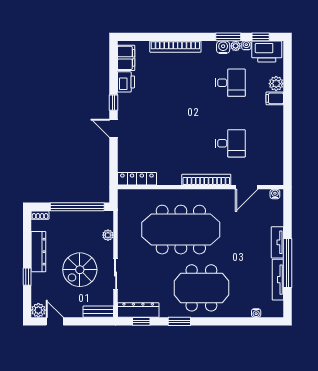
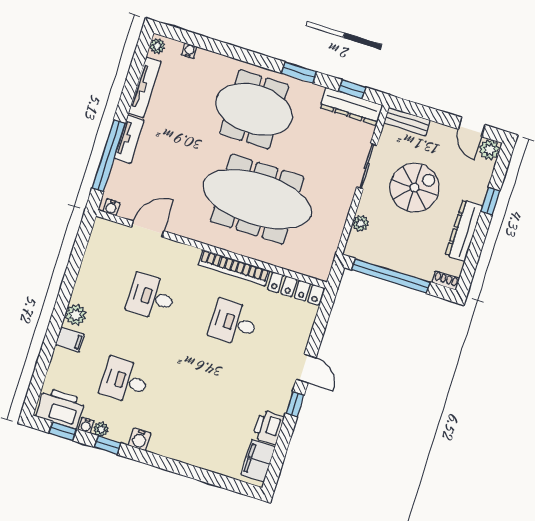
window: (228, 37) -> (107, 445), width x0.67
bookcase: (175, 47) -> (185, 455), removed
water cooler: (223, 47) -> (140, 439), moved
plant: (276, 84) -> (76, 315), moved
desk: (171, 143) -> (233, 323), added
bookcase: (206, 180) -> (234, 268), moved
window: (287, 263) -> (109, 156), moved
plant: (278, 309) -> (157, 46), added

